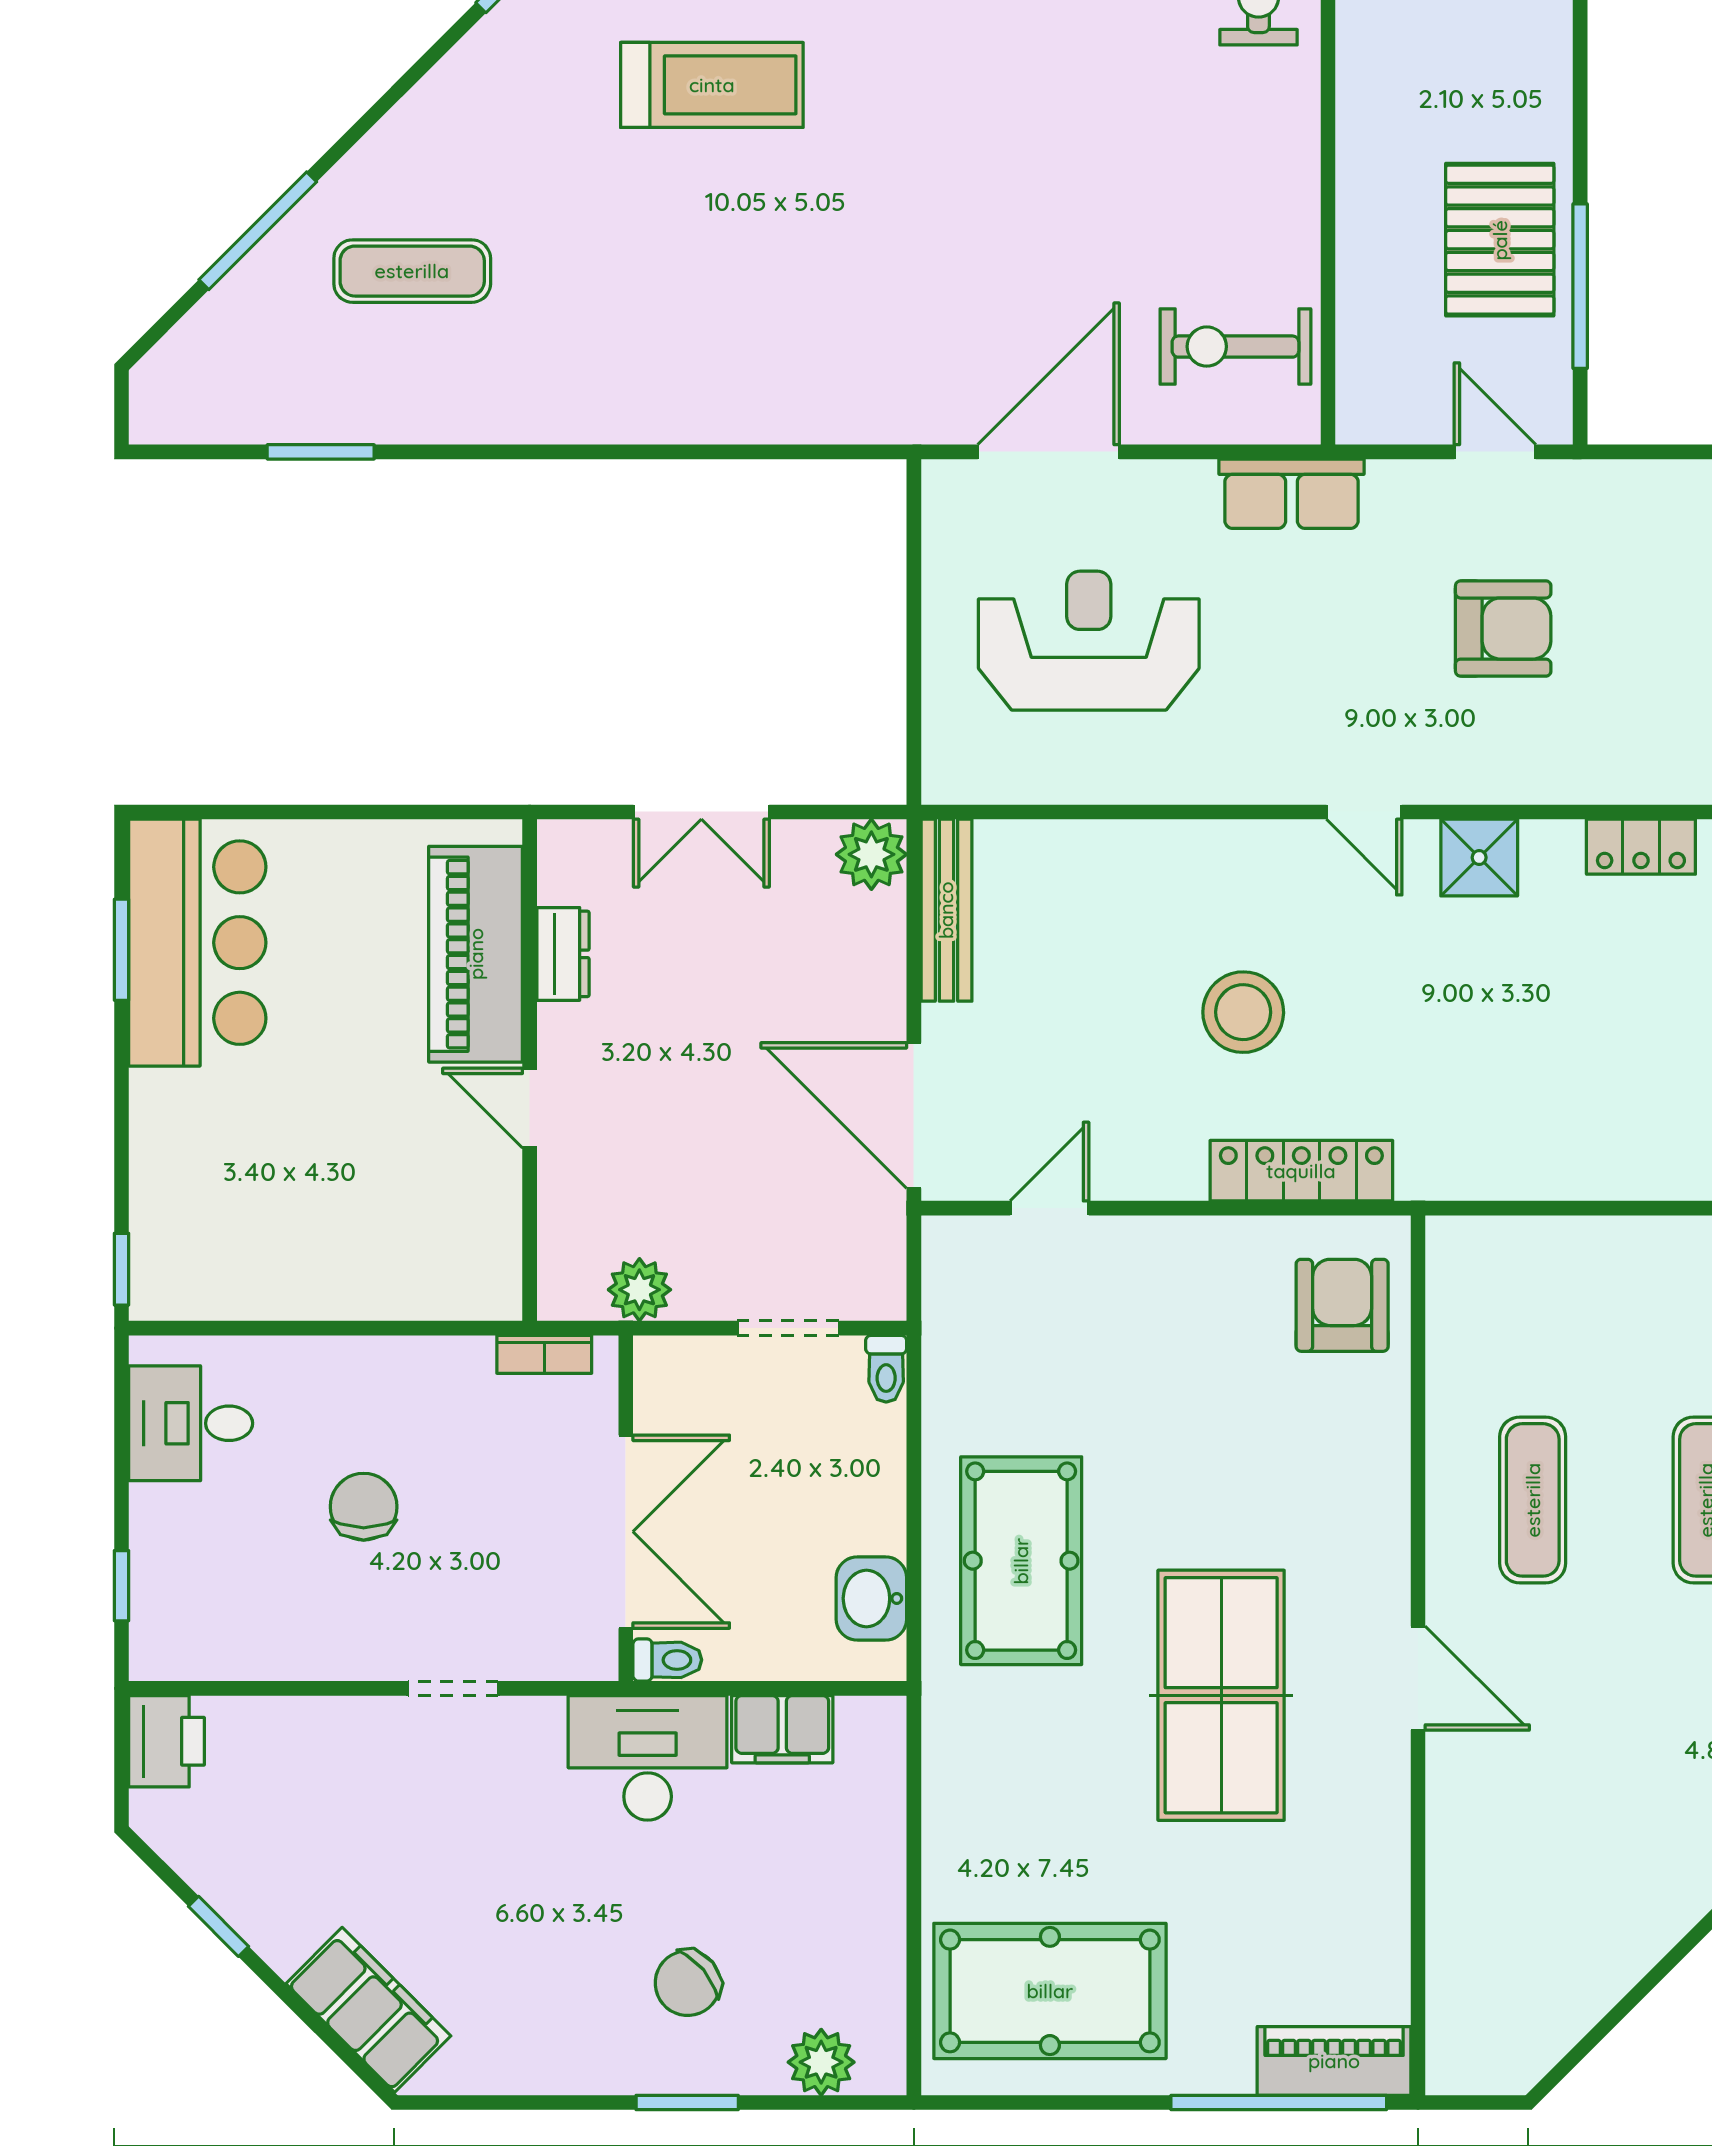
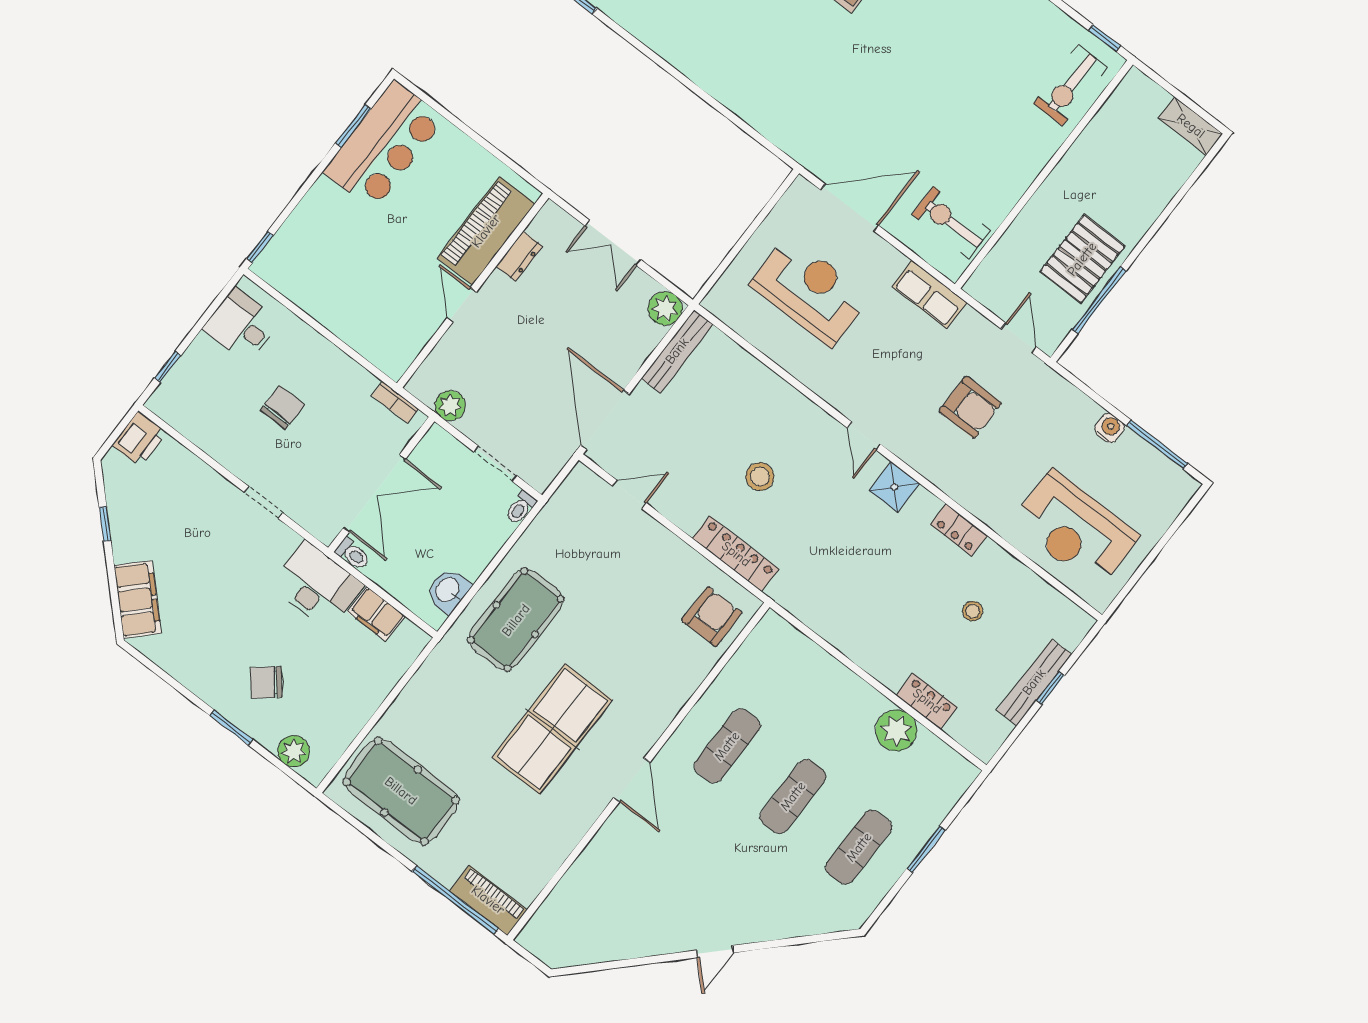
stool: (1243, 1012) -> (760, 477), width x0.73, depth x0.73

